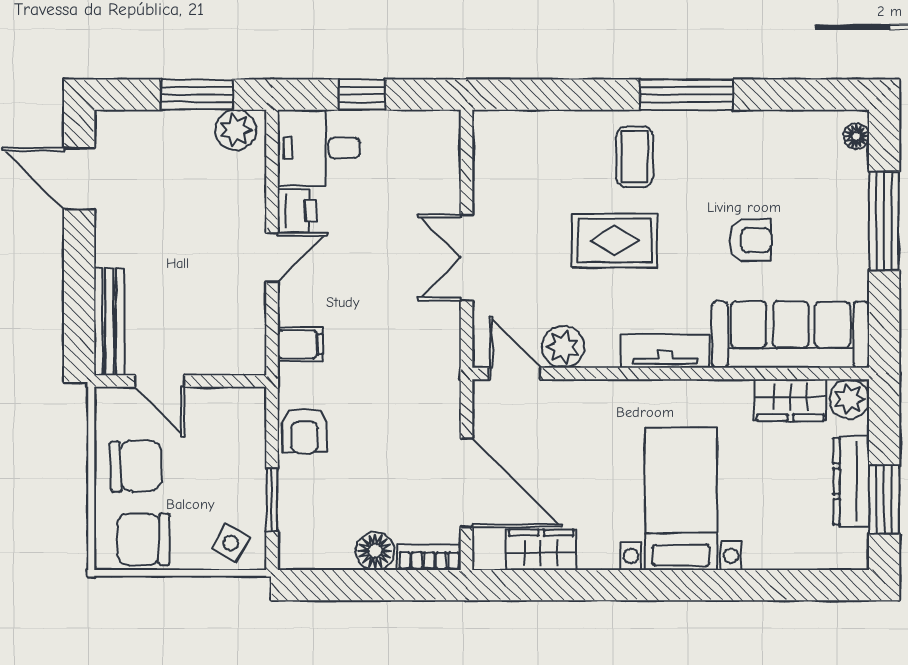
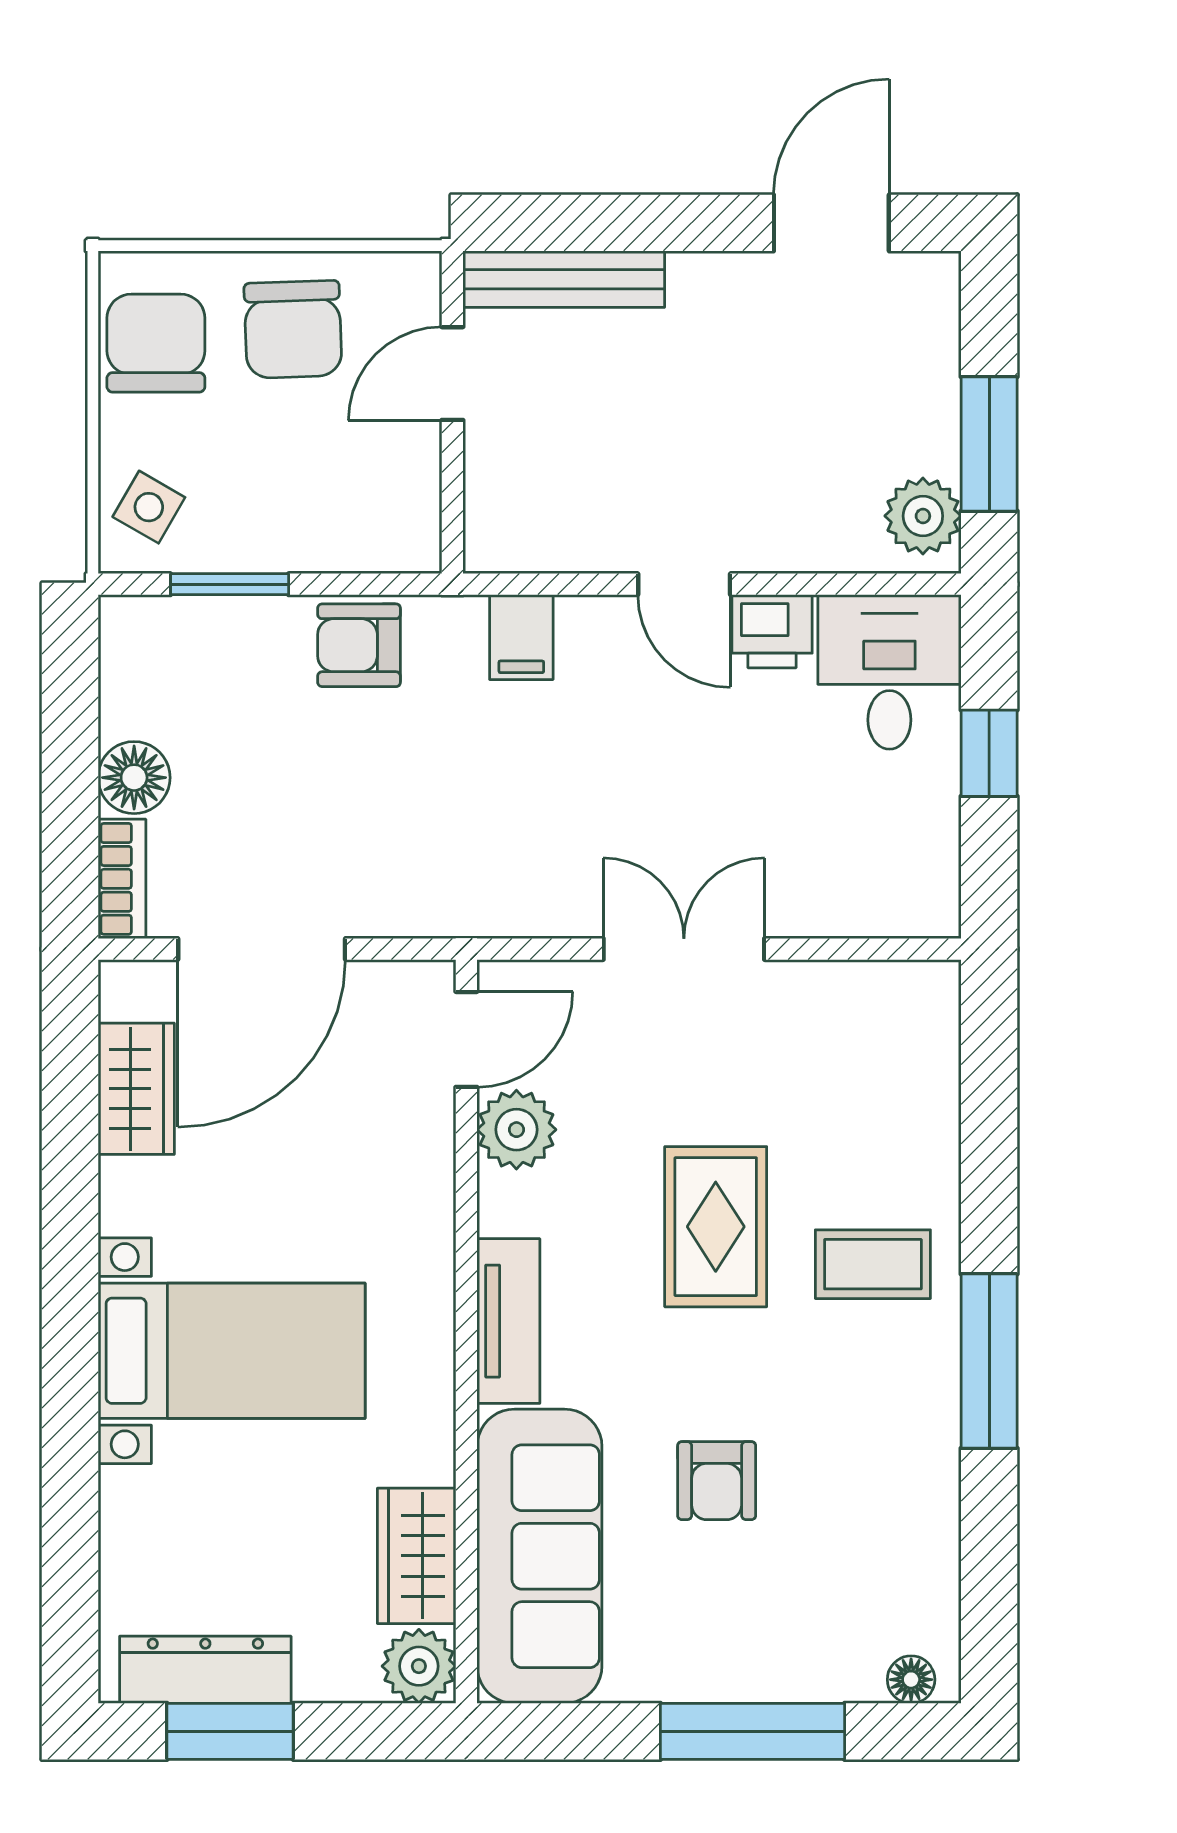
dresser: (851, 481) -> (205, 1670), moved

